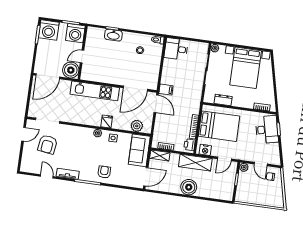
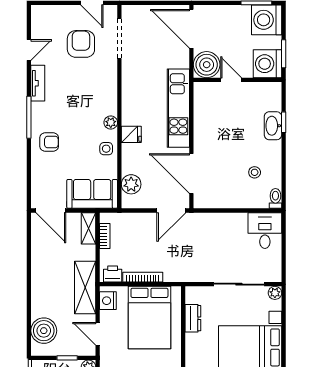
filing cabinet: (166, 90) -> (197, 223), removed
armchair: (48, 144) -> (81, 44), turned 82
boiler: (189, 187) -> (44, 331), moved

